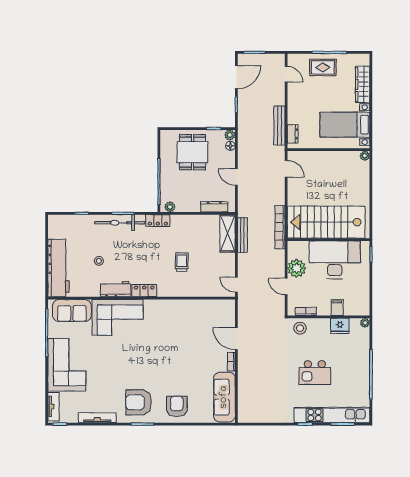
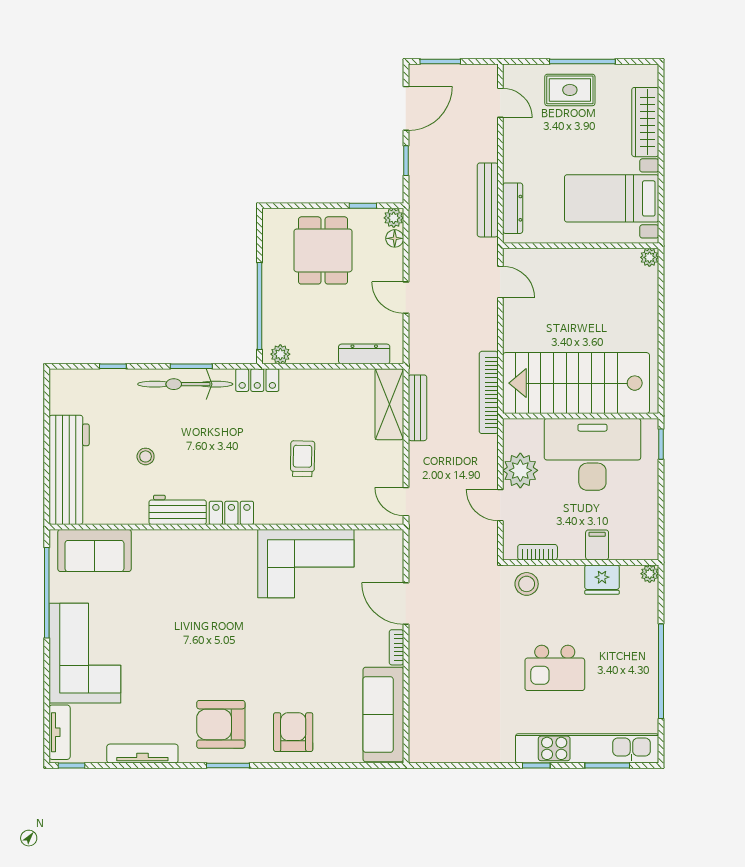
dresser: (293, 134) -> (513, 208), width x1.44
corner sofa: (118, 317) -> (306, 564), moved

